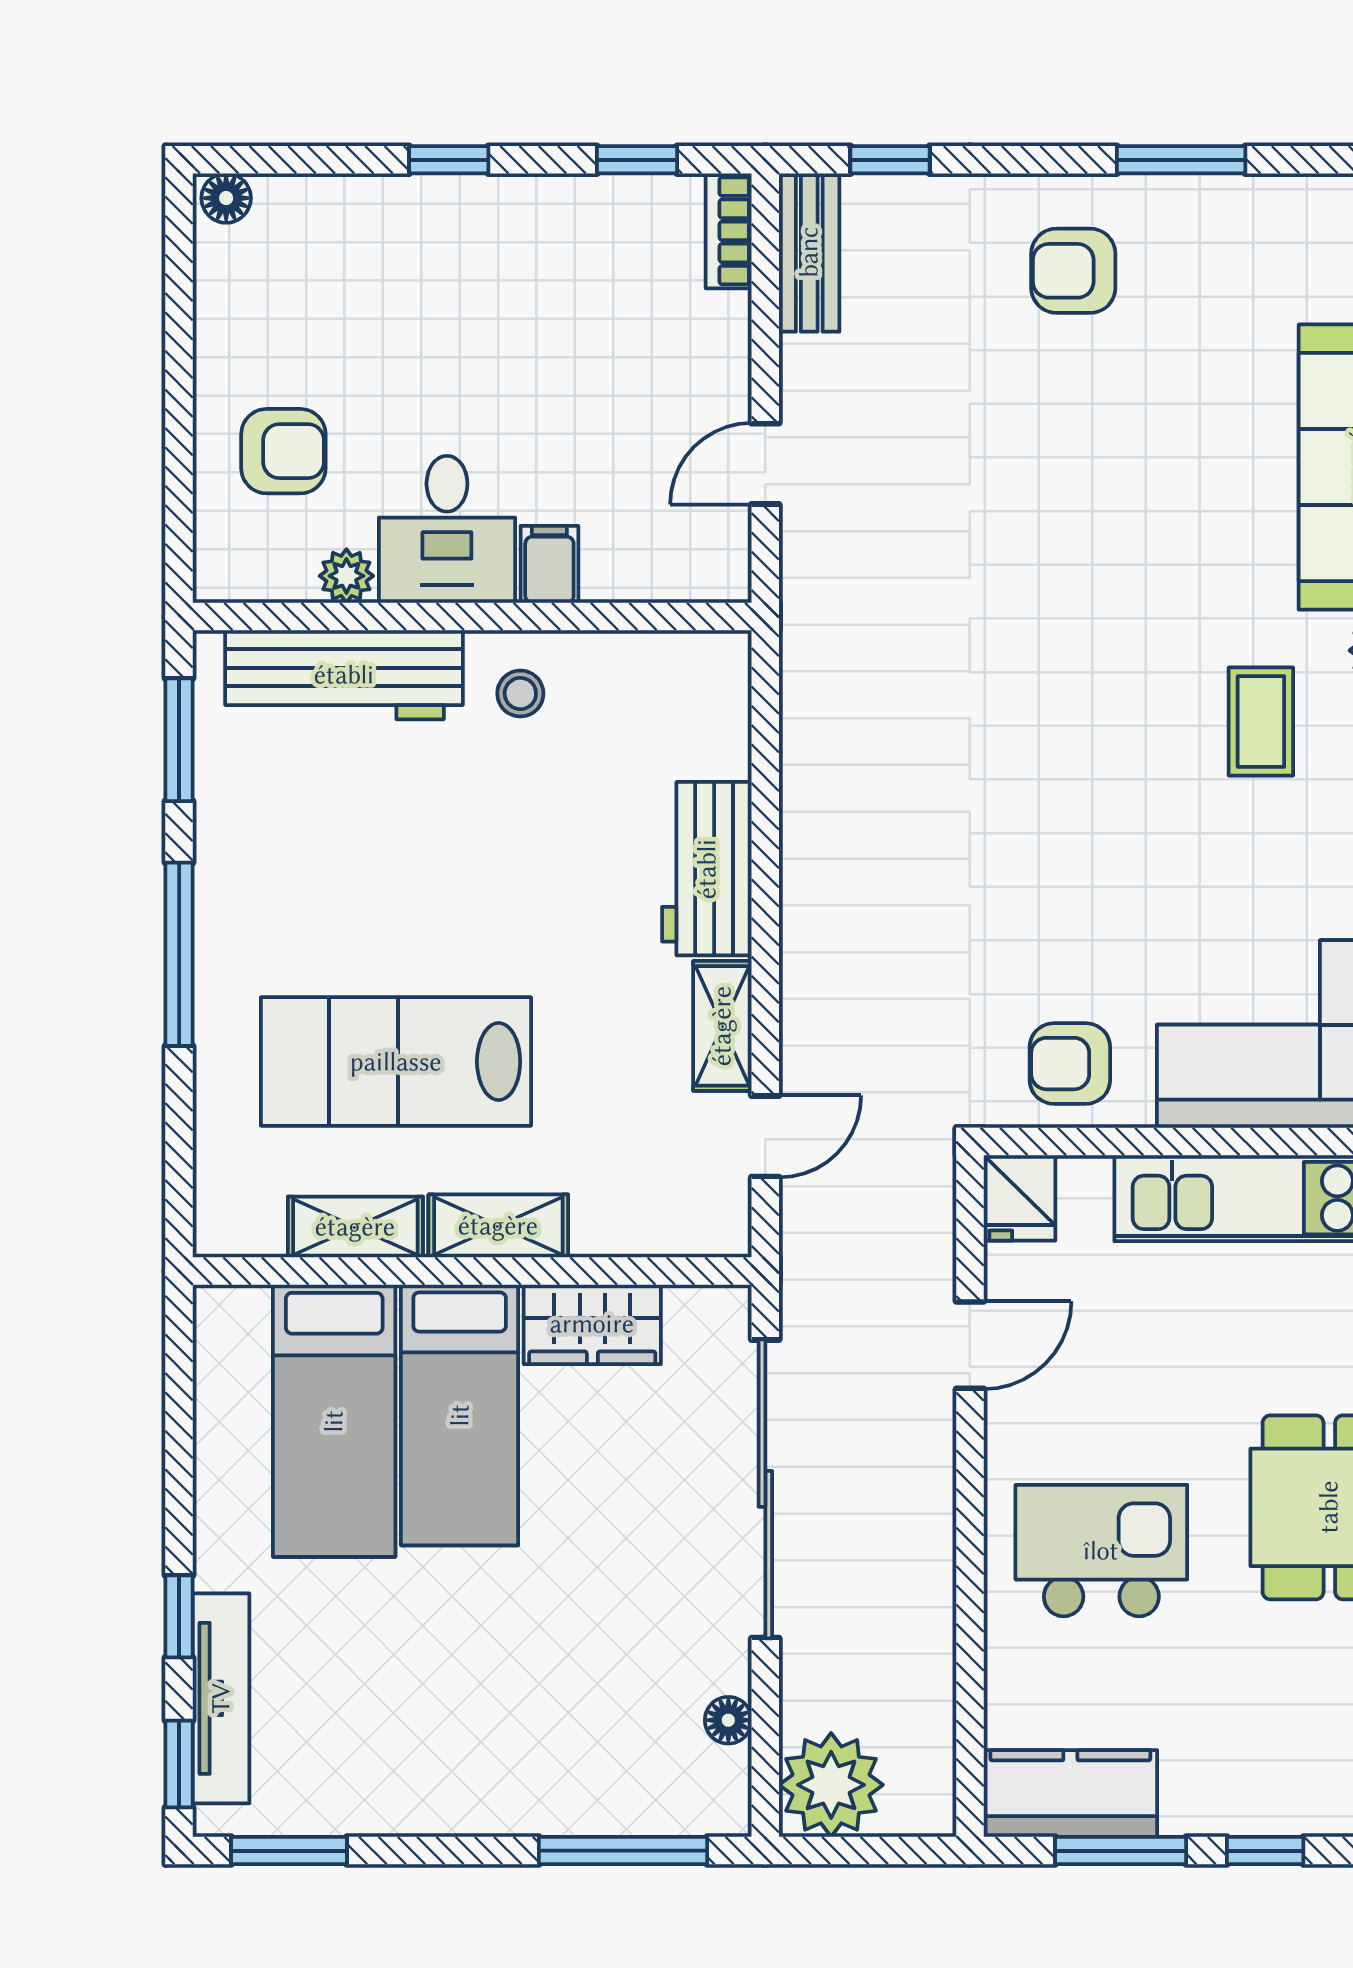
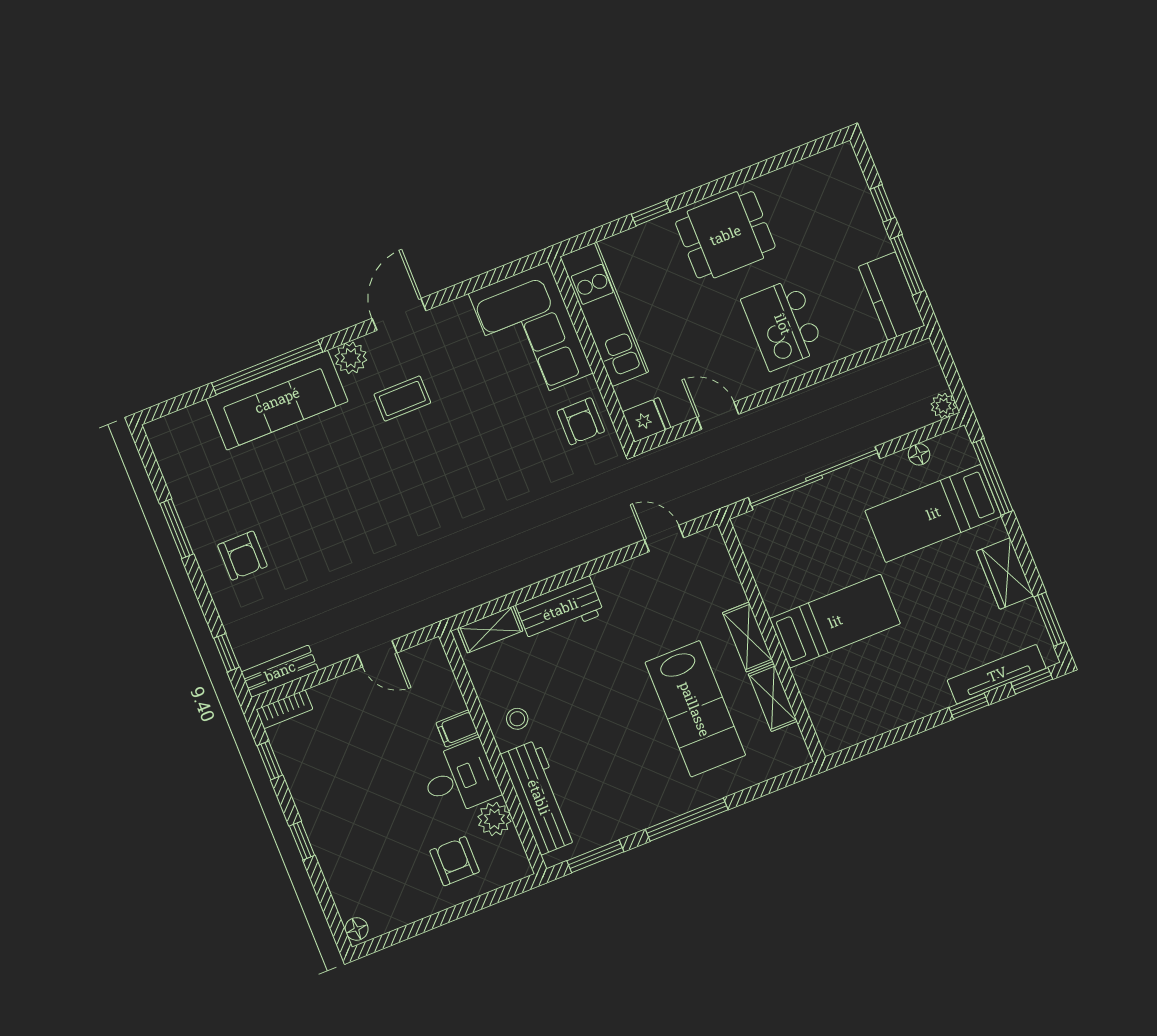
plant: (346, 576) -> (494, 819), width x1.38, depth x1.38
shelving: (722, 1026) -> (490, 630), moved
wardrobe: (592, 1324) -> (1005, 574), moved, turned 180
bed: (334, 1421) -> (933, 513), moved, turned 180
plant: (831, 1785) -> (943, 406), width x0.53, depth x0.53

